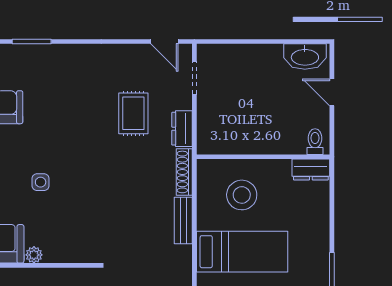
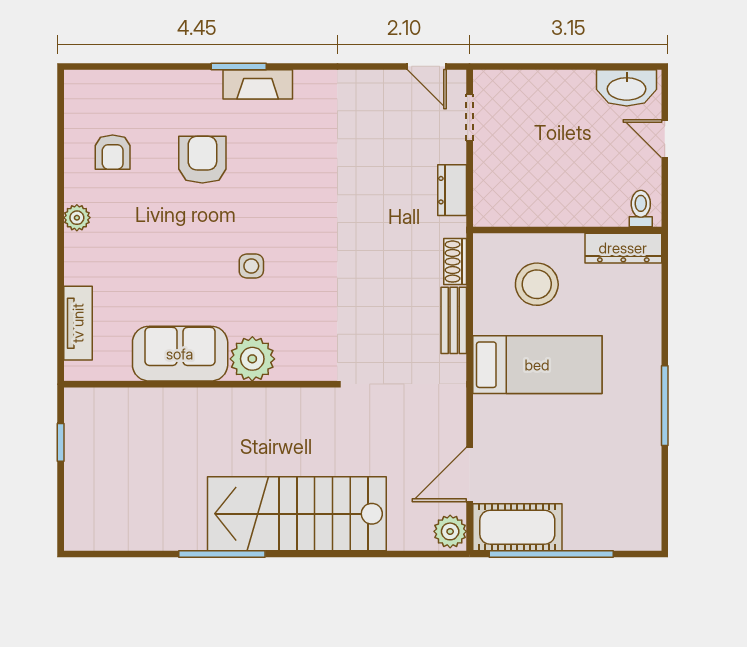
fireplace: (45, 54) -> (258, 84), added
rug: (133, 113) -> (383, 168), removed
dresser: (311, 170) -> (623, 248), width x1.44
shoe rack: (184, 172) -> (455, 262), width x0.70
plant: (34, 255) -> (252, 359), width x1.88, depth x1.88

